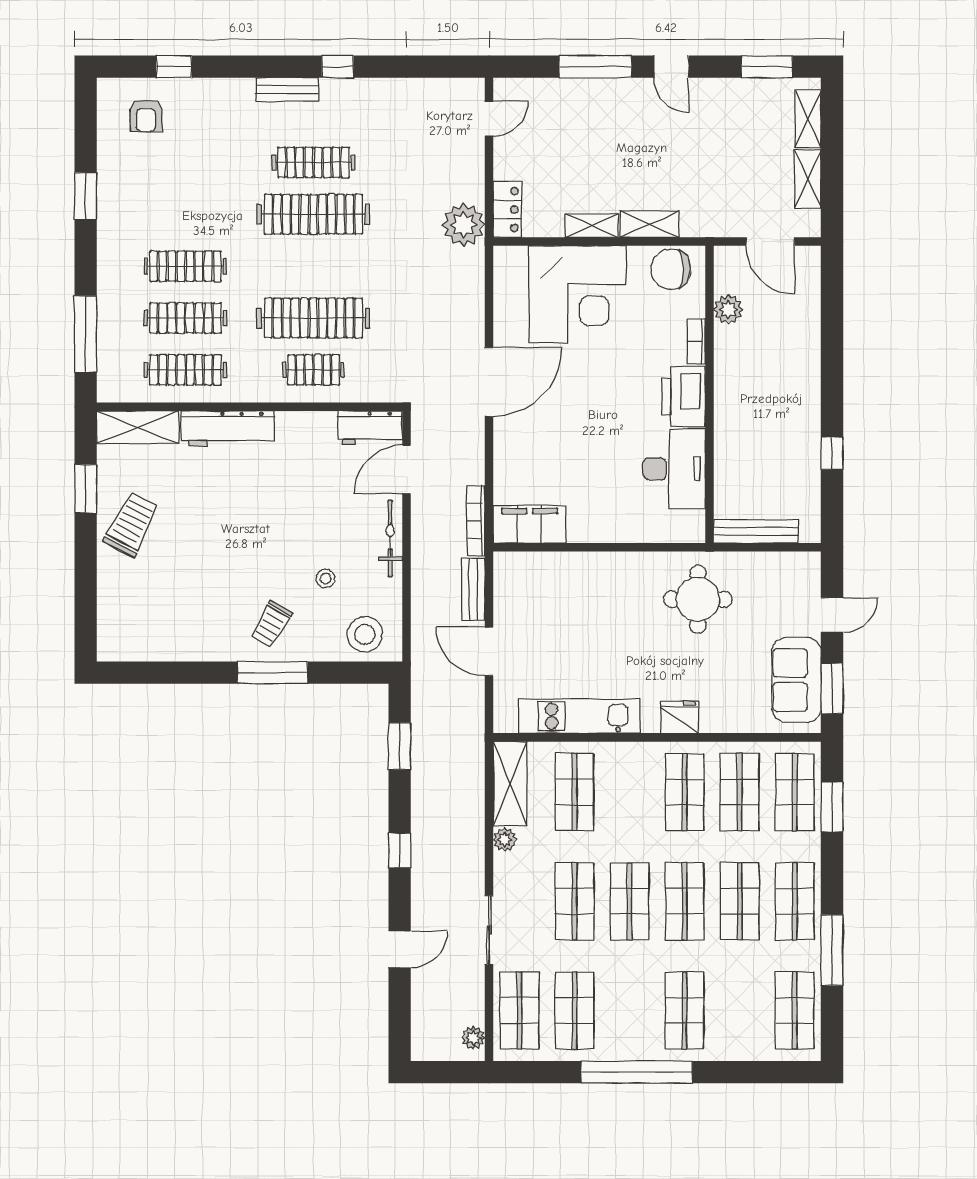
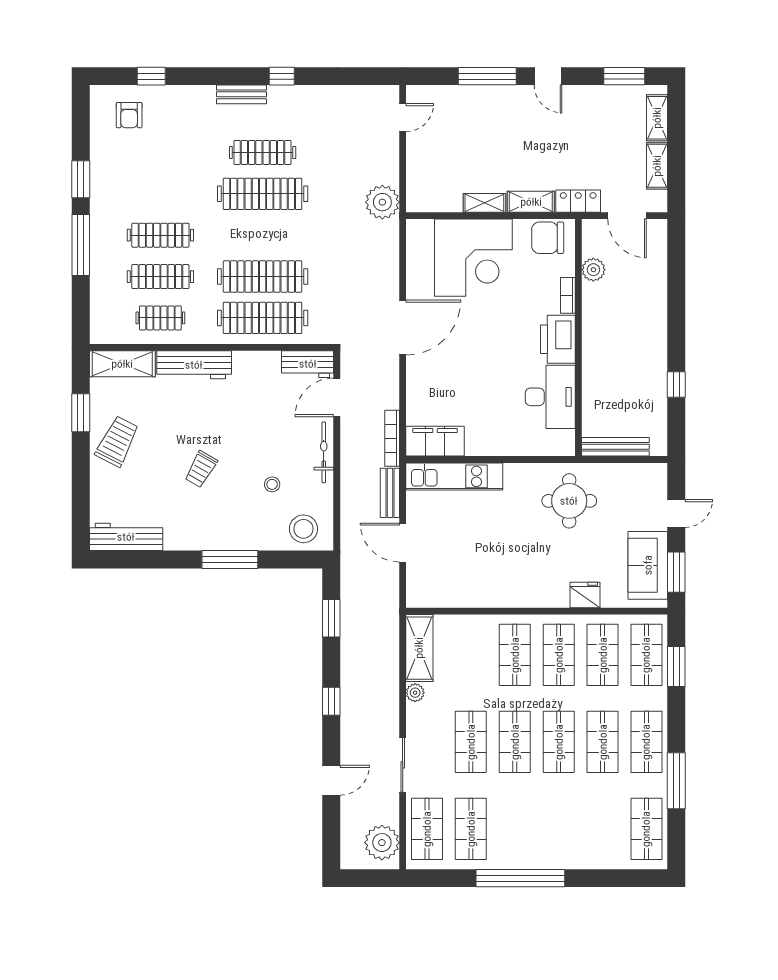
locker: (507, 210) -> (578, 201), moved, turned -90
window: (86, 334) -> (81, 245), moved
clothes rail: (185, 370) -> (160, 318), width x0.73
clothes rail: (313, 370) -> (263, 318), width x1.86, depth x1.31
trolley: (271, 624) -> (201, 469), moved
workbench: (142, 644) -> (126, 537), added
kitchen unit: (579, 716) -> (454, 476), moved, turned 180
fridge: (679, 717) -> (585, 595), moved
shop shelf: (575, 792) -> (515, 655), moved
shop shelf: (685, 1010) -> (559, 829), removed
plant: (473, 1038) -> (382, 843), width x1.87, depth x1.87

